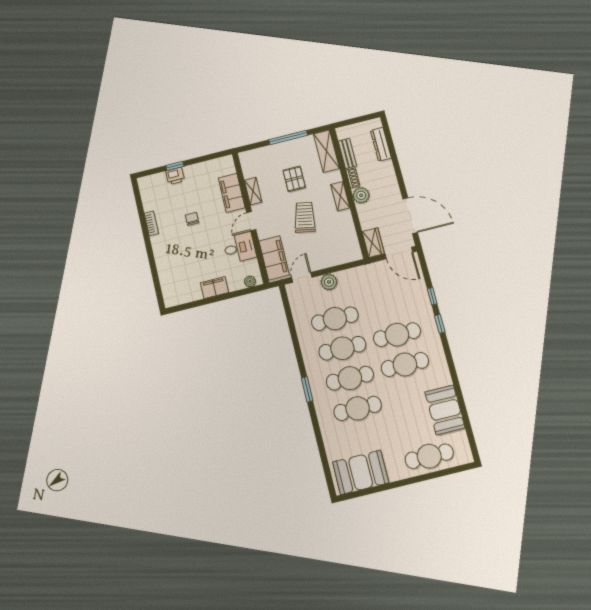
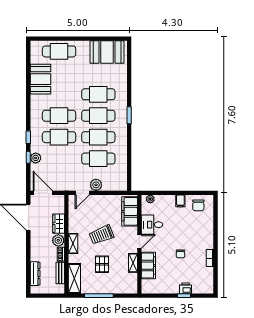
trolley: (305, 217) -> (101, 235), turned 57
wardrobe: (373, 243) -> (59, 224), moved
door: (302, 277) -> (82, 193), moved
filing cabinet: (214, 288) -> (180, 201), width x0.50
chair: (183, 289) -> (198, 205), added
plant: (422, 298) -> (36, 158), added

